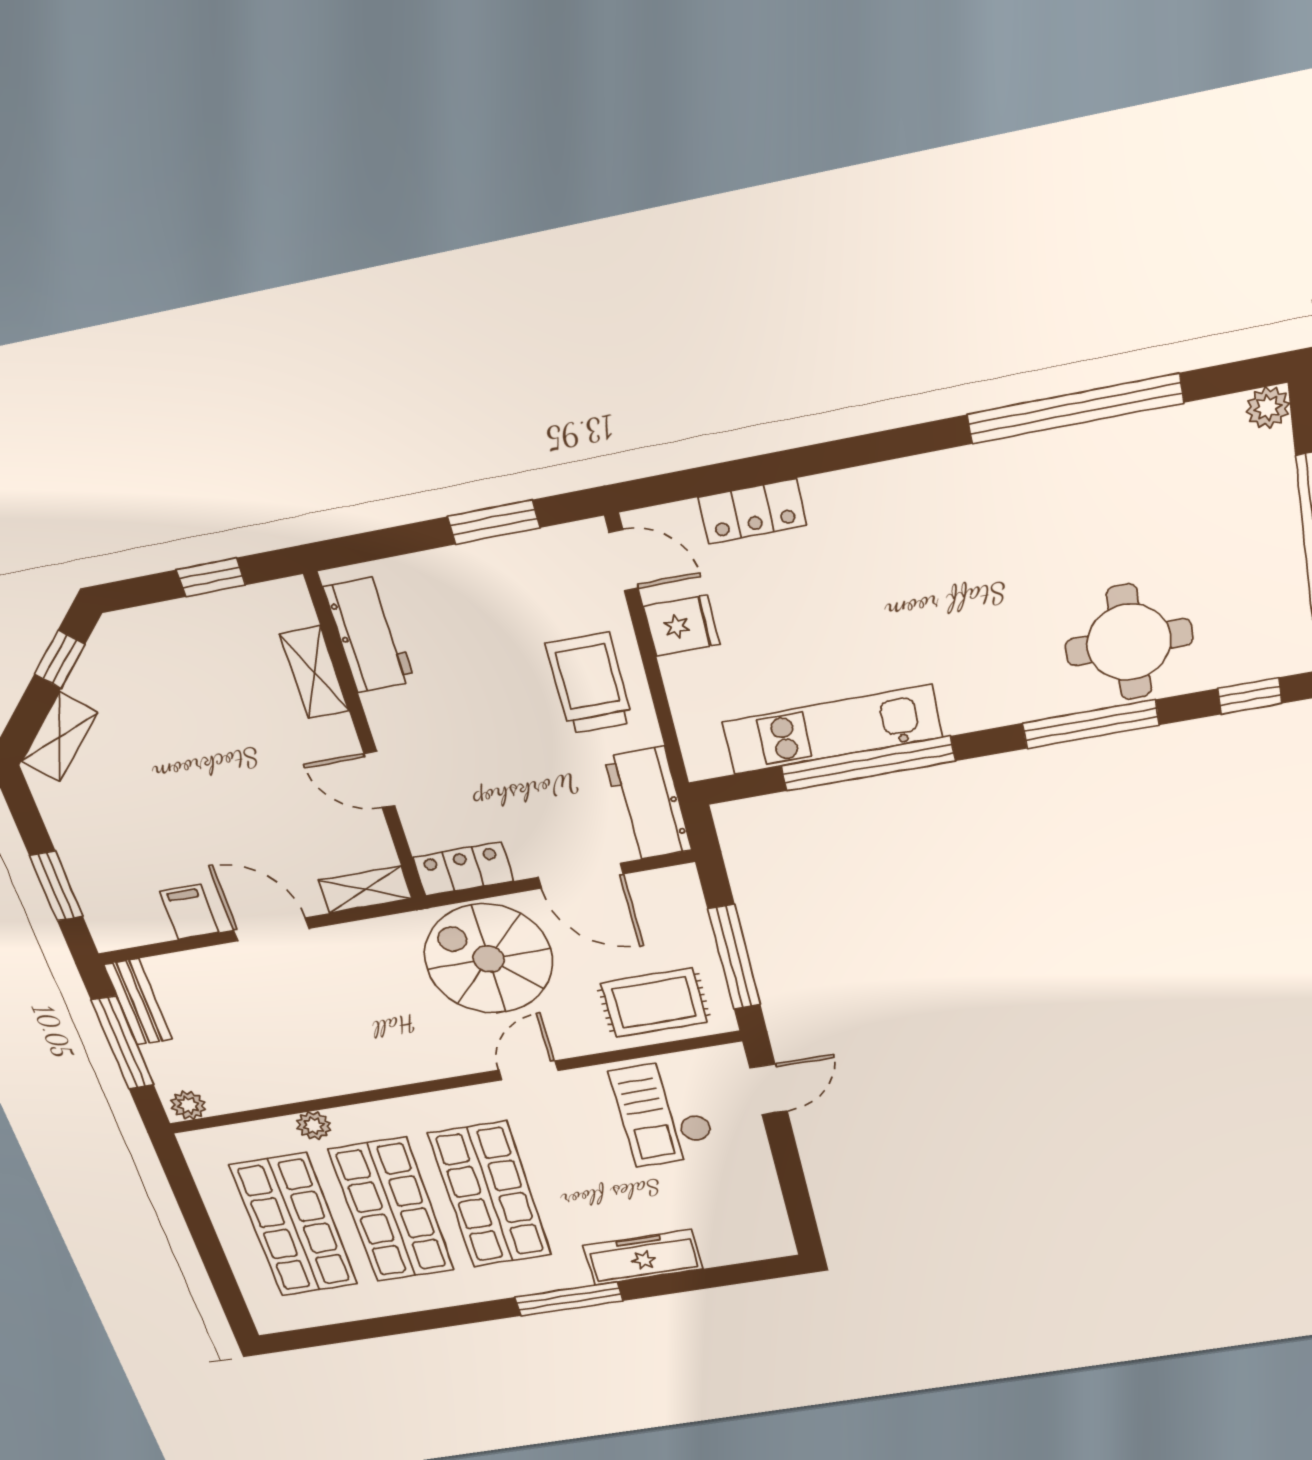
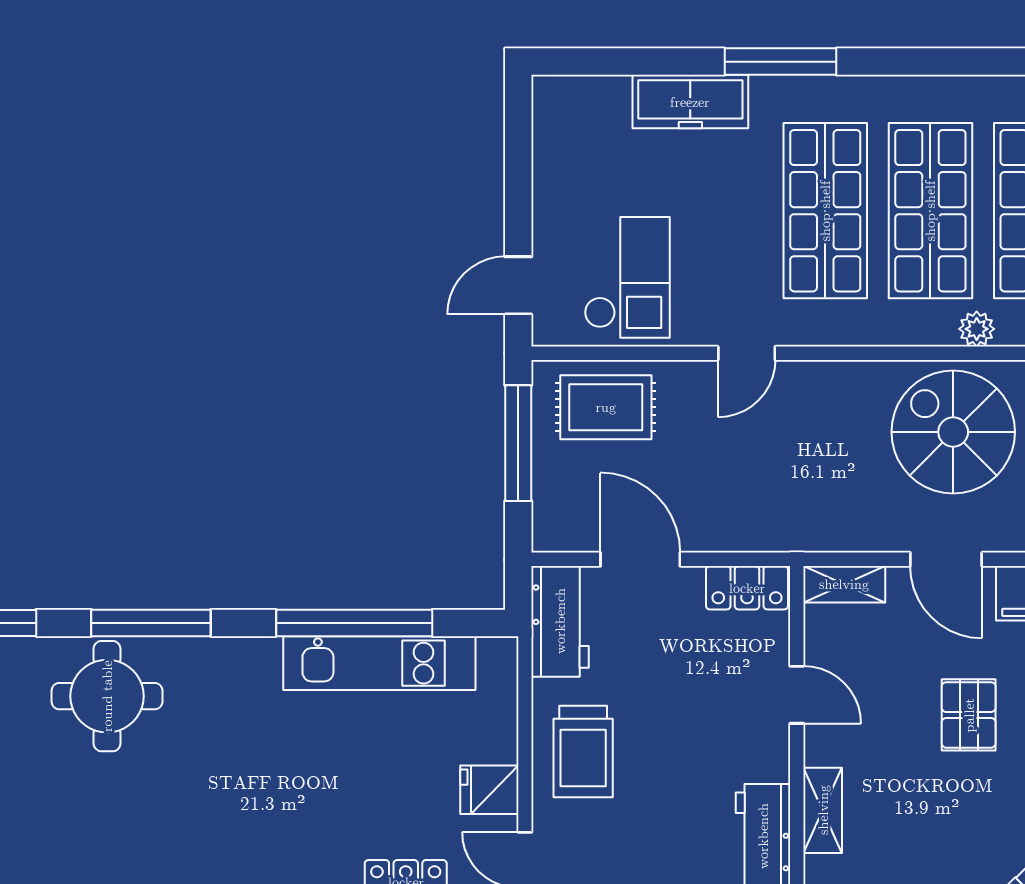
pallet: (195, 793) -> (969, 715), added
spiral stairs: (489, 959) -> (953, 432), moved, turned 180

